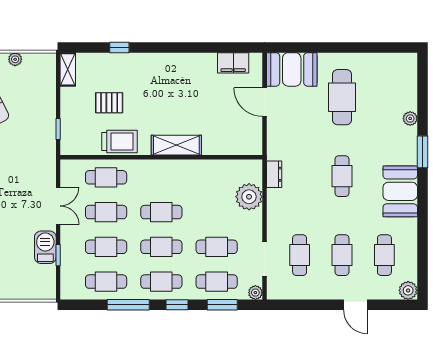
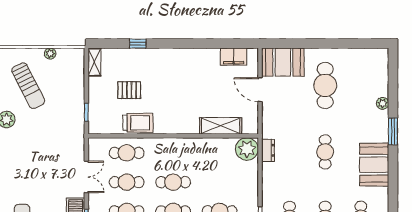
shelving: (176, 145) -> (221, 126), moved
plant: (249, 197) -> (247, 149), moved

